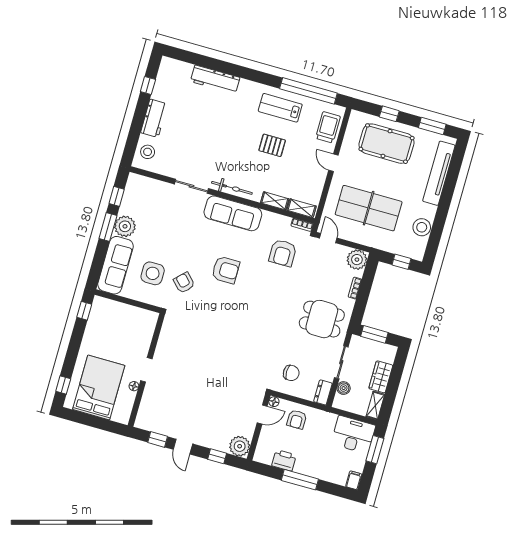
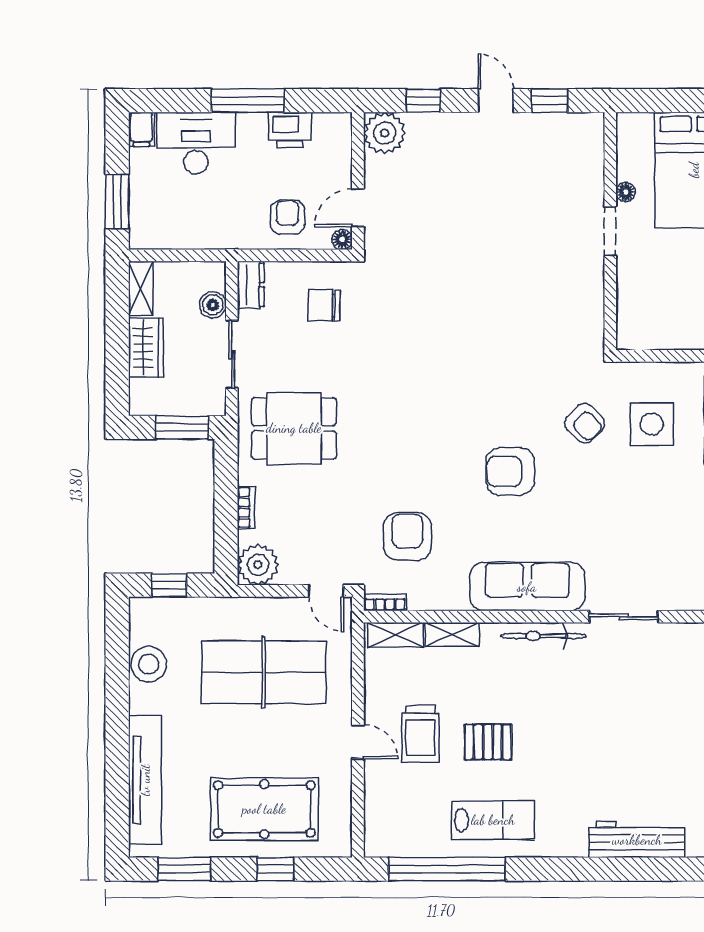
trolley: (328, 127) -> (420, 734), moved
desk: (353, 435) -> (196, 143), moved, turned 180

